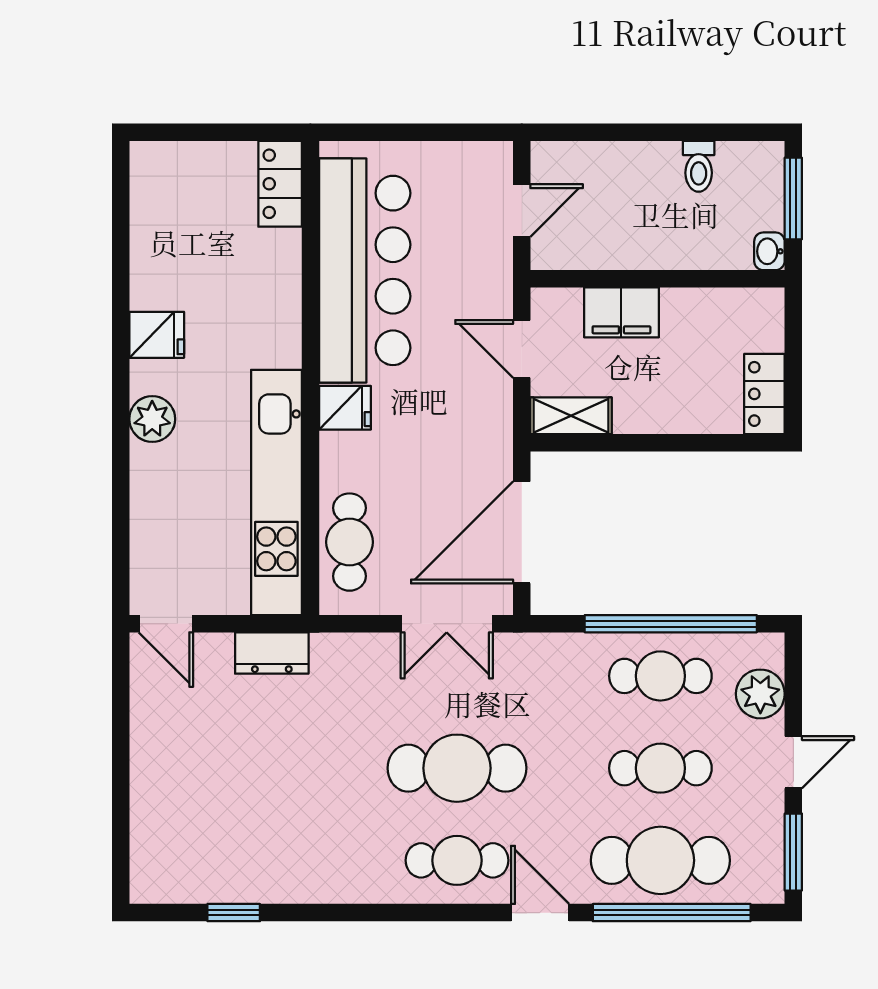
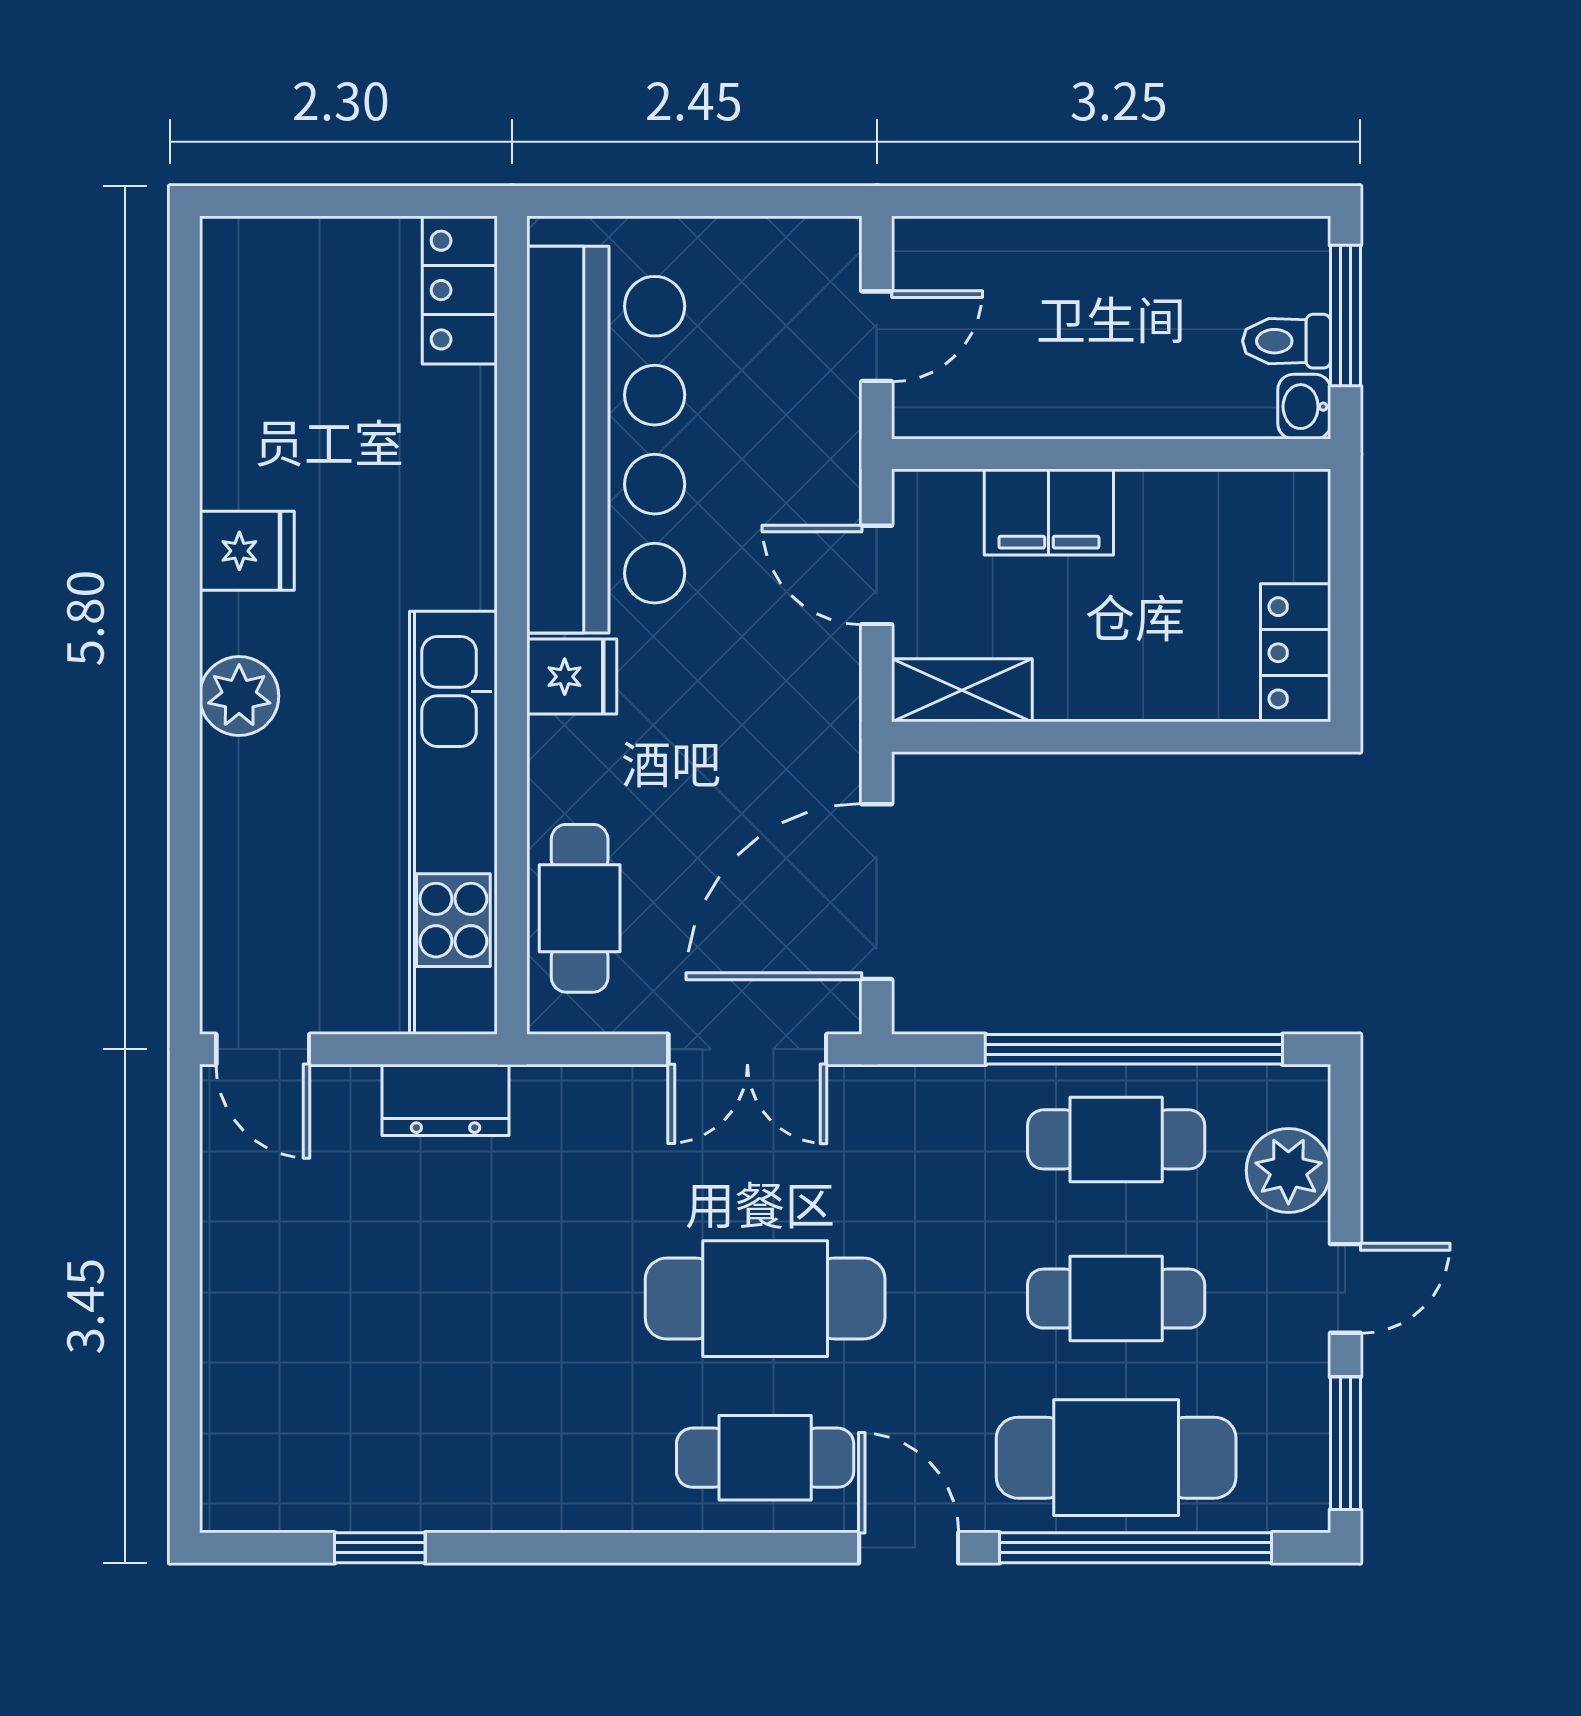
toilet: (699, 166) -> (1287, 341), moved, turned 90

